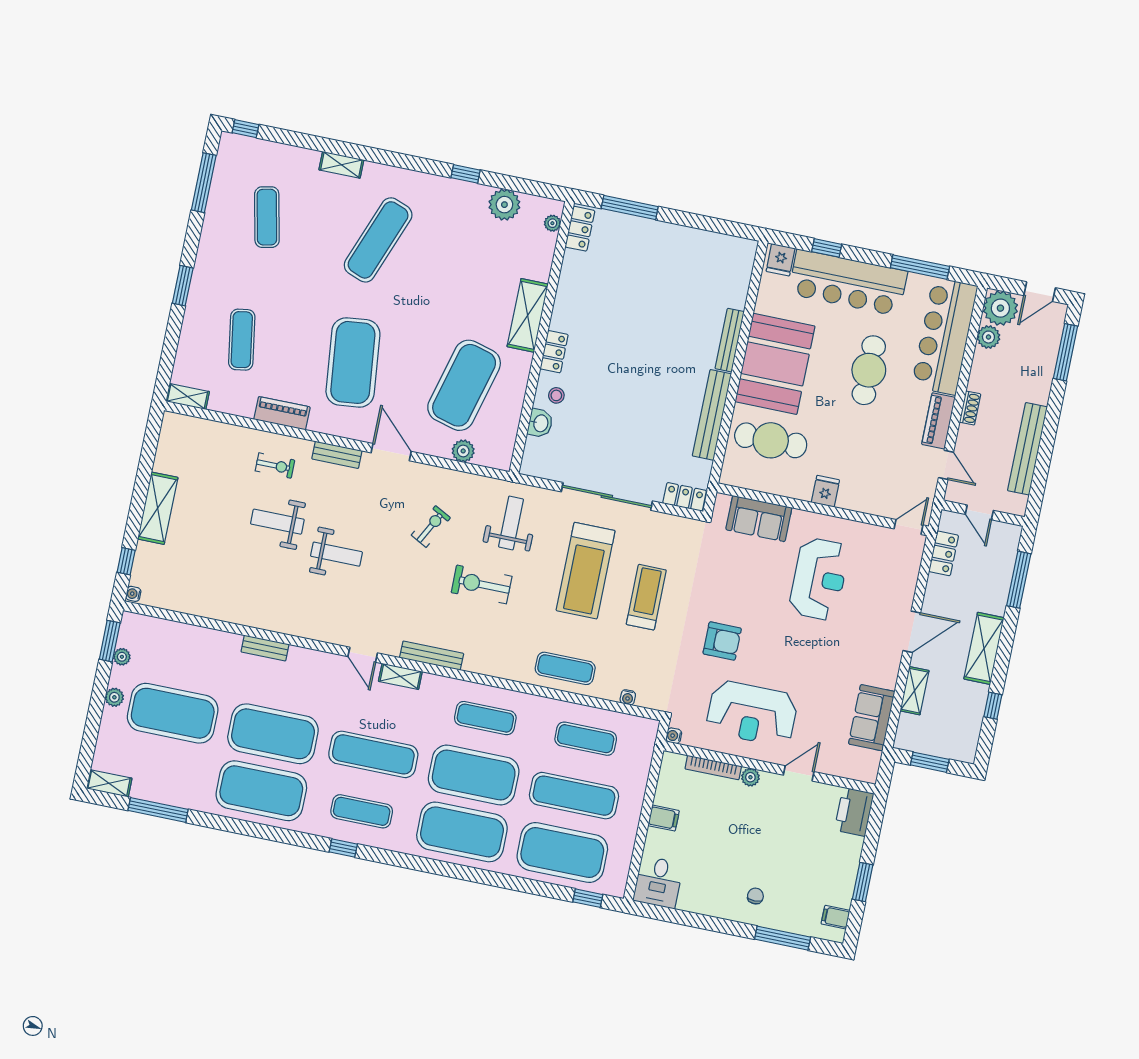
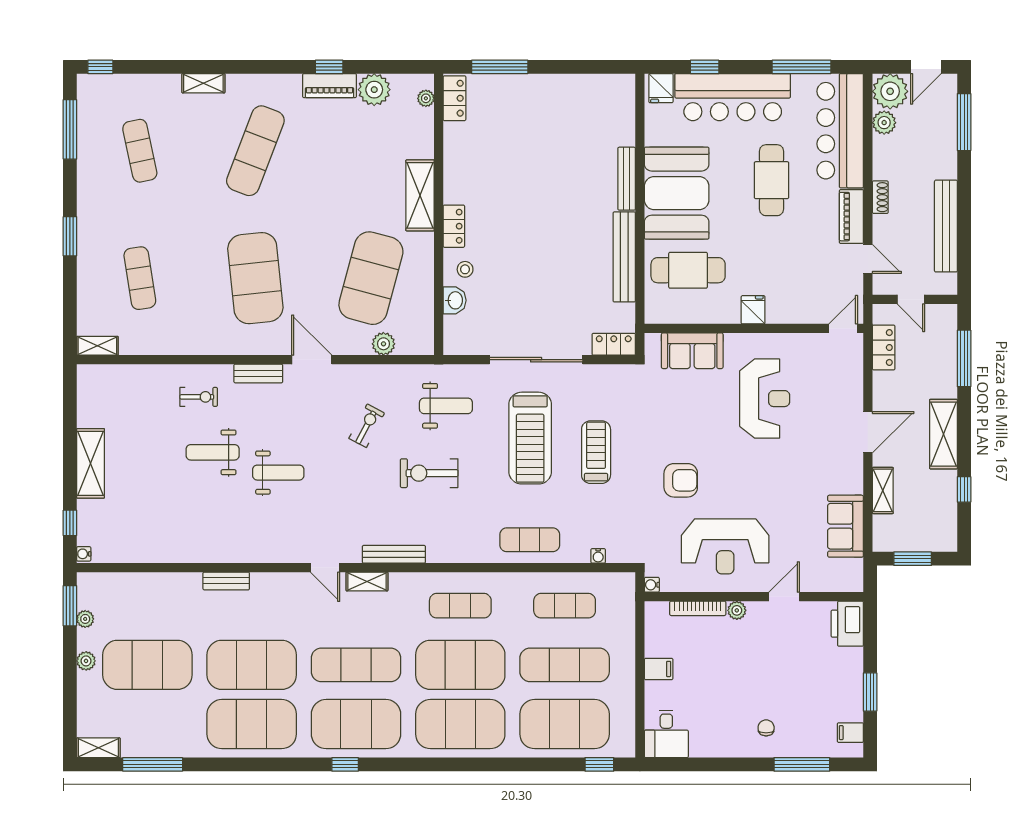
piano: (282, 413) -> (329, 86), moved, turned 180
weight bench: (511, 523) -> (446, 406), turned 90
exercise mat: (362, 811) -> (356, 724), width x2.00, depth x1.45

